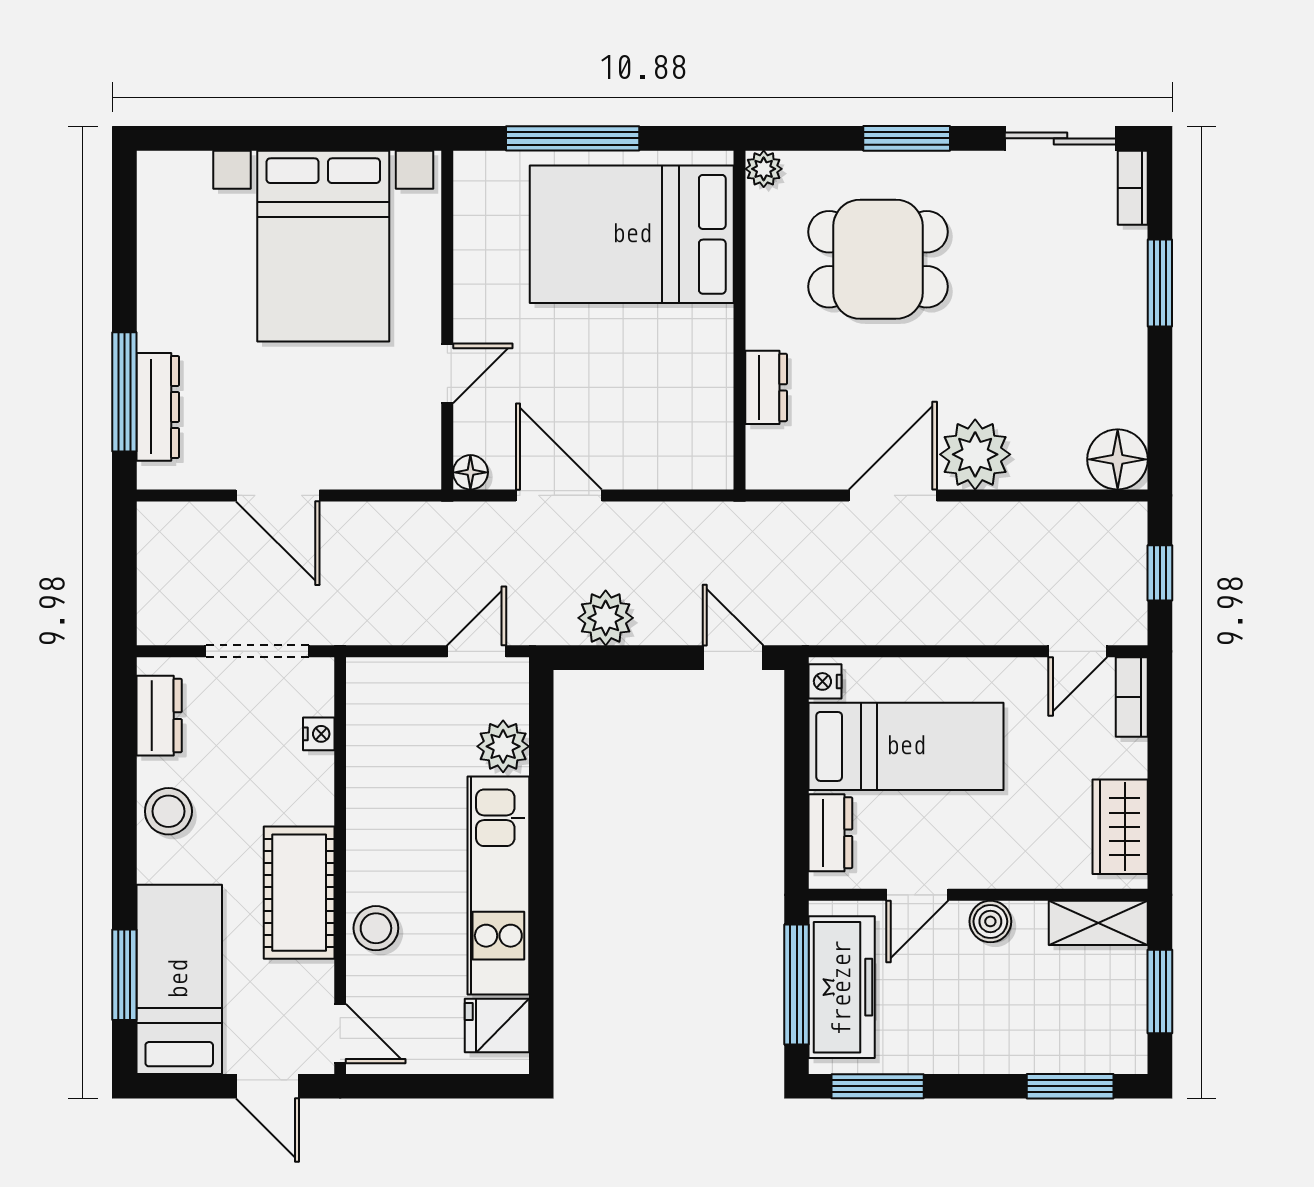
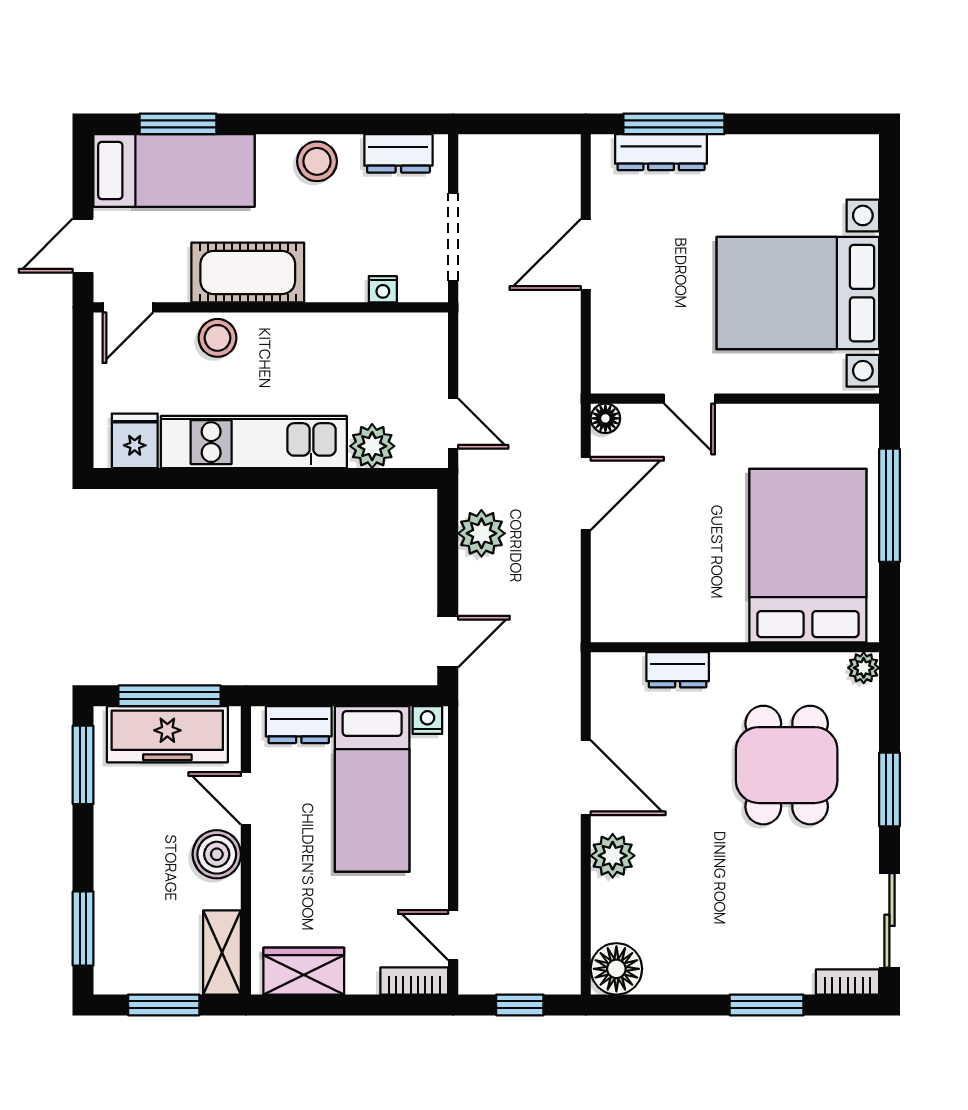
plant: (975, 454) -> (613, 856), width x0.73, depth x0.73
boiler: (990, 921) -> (217, 854), width x1.36, depth x1.36

